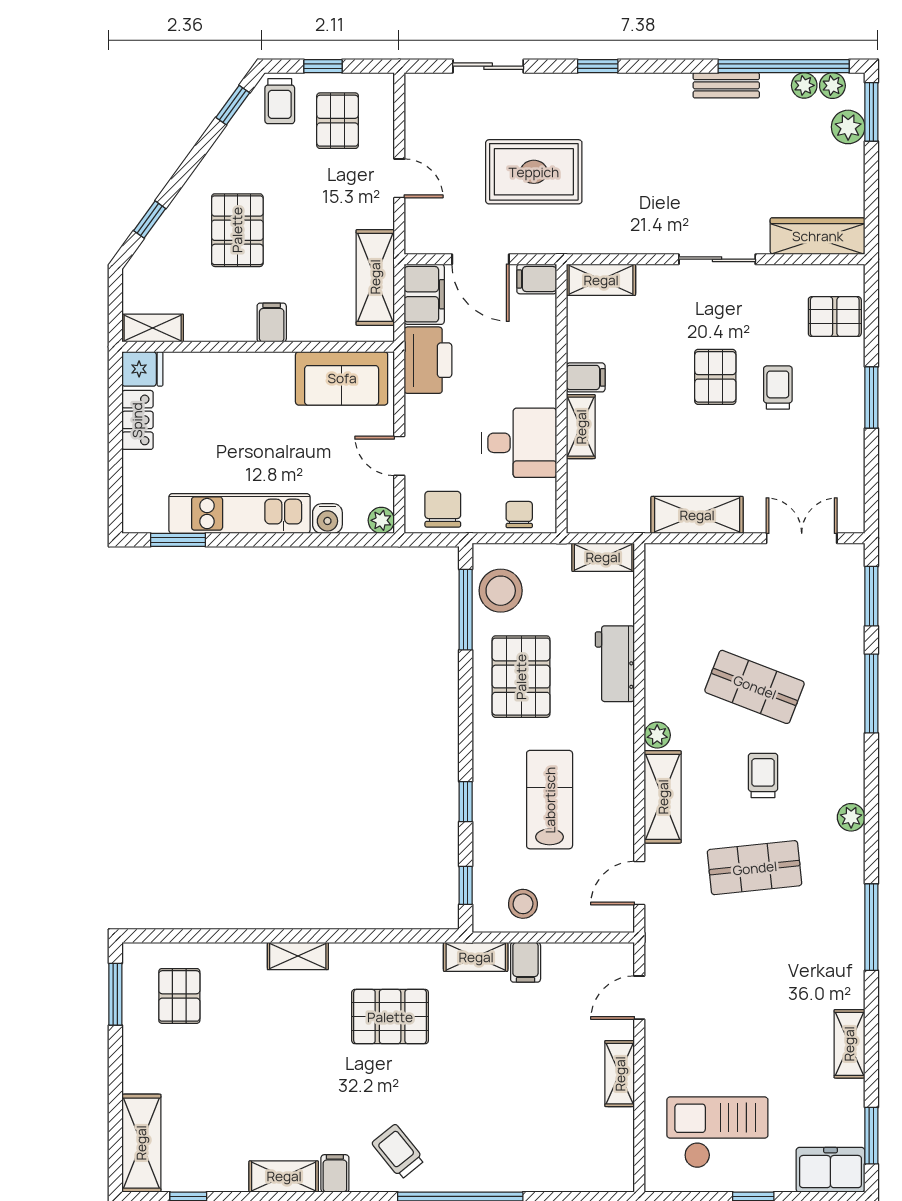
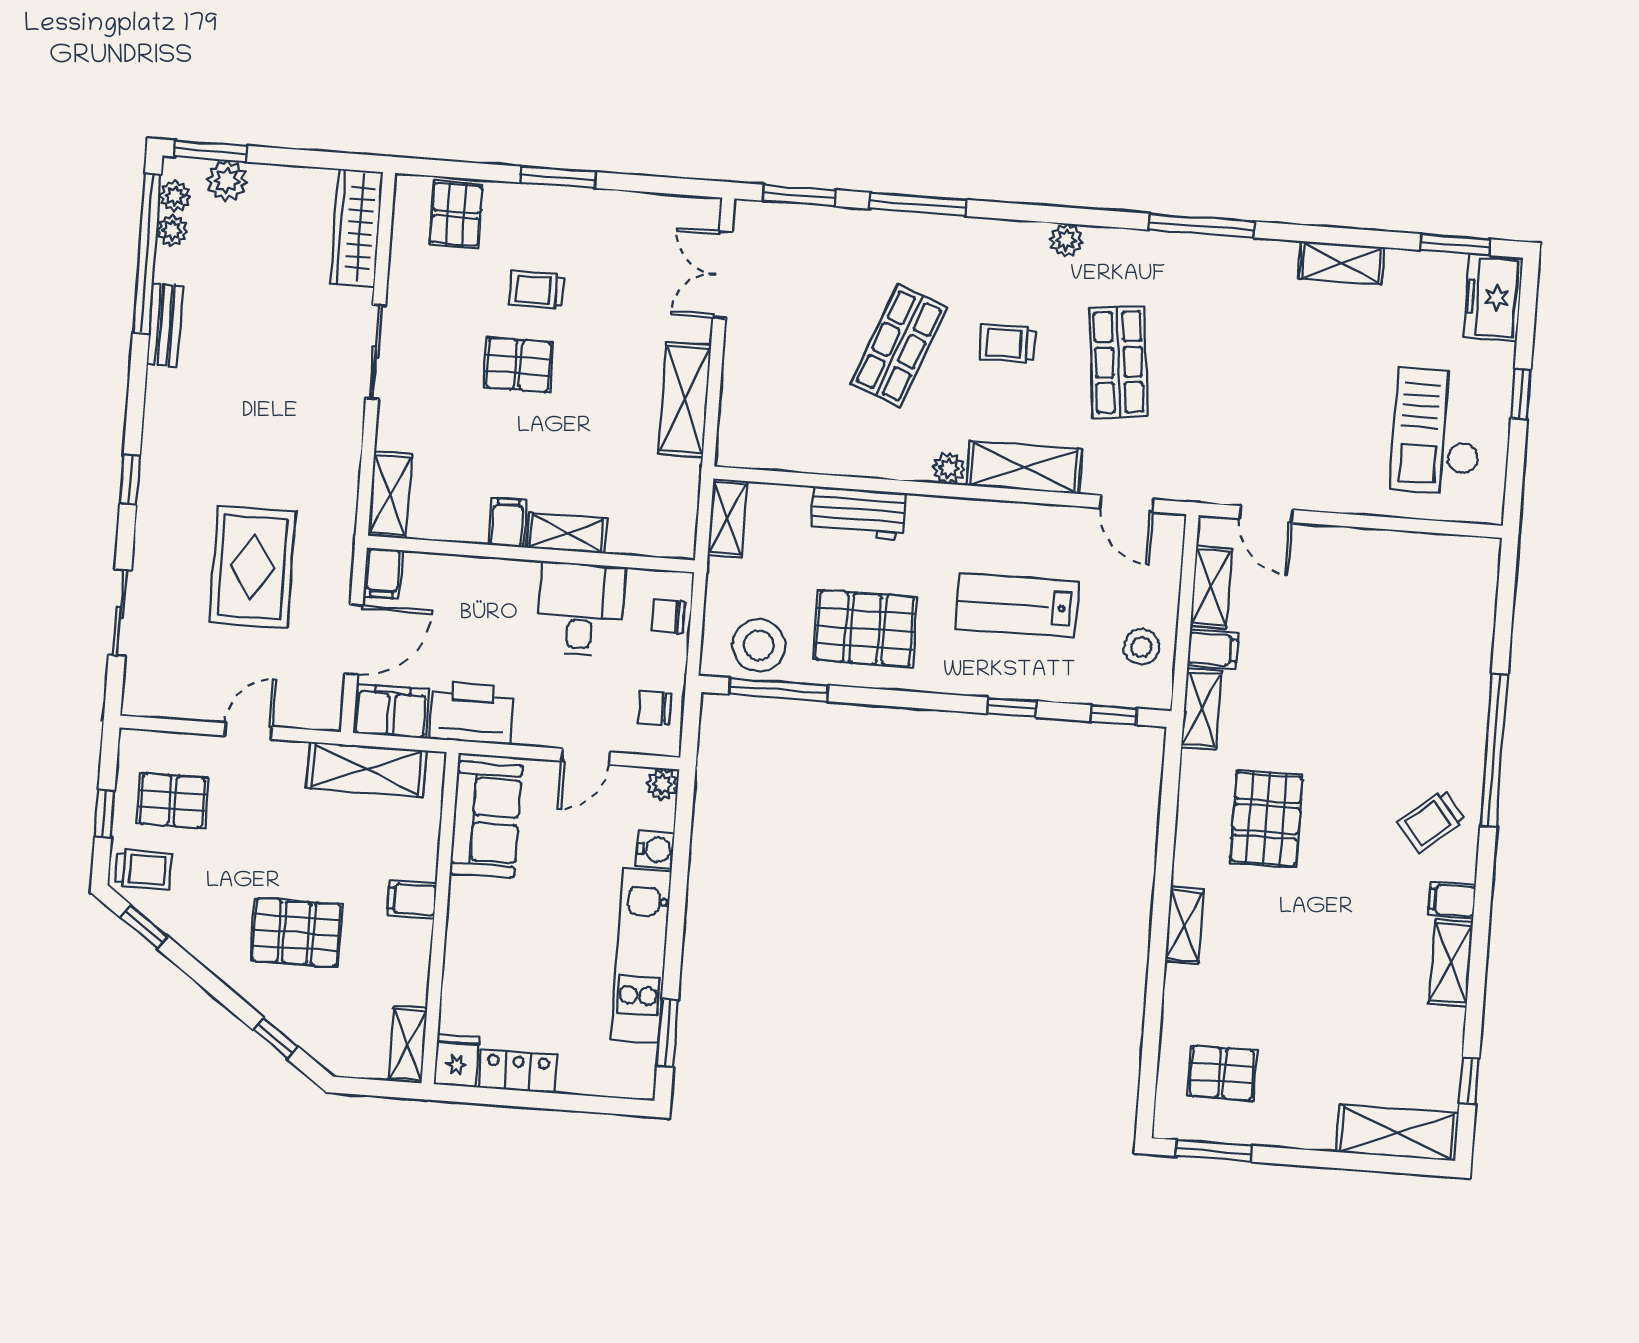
chair: (443, 509) -> (654, 708), width x0.73, depth x0.73
shelving: (620, 1074) -> (1211, 587), moved, turned 90

